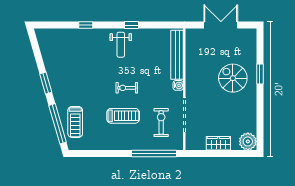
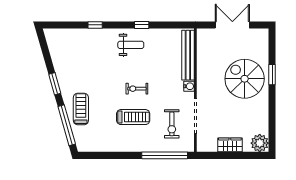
weight bench: (121, 45) -> (131, 45), turned -90
spiral stairs: (233, 78) -> (245, 79), width x1.37, depth x1.37
treadmill: (75, 122) -> (81, 109), moved, turned 180
exercise bike: (161, 123) -> (172, 124), turned 180

